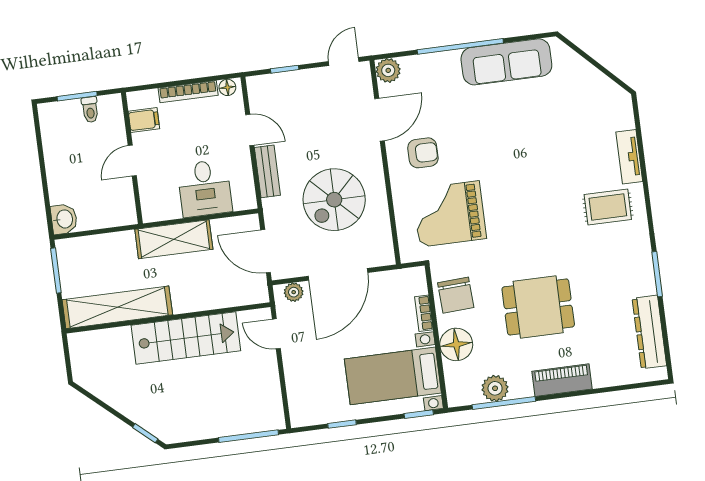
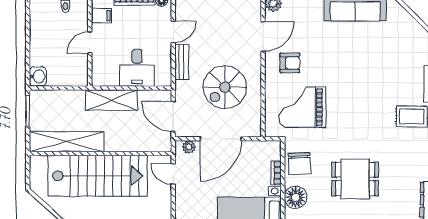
door: (250, 130) -> (173, 32), hinge flipped
stairs: (186, 338) -> (98, 176), width x1.36, depth x1.51

